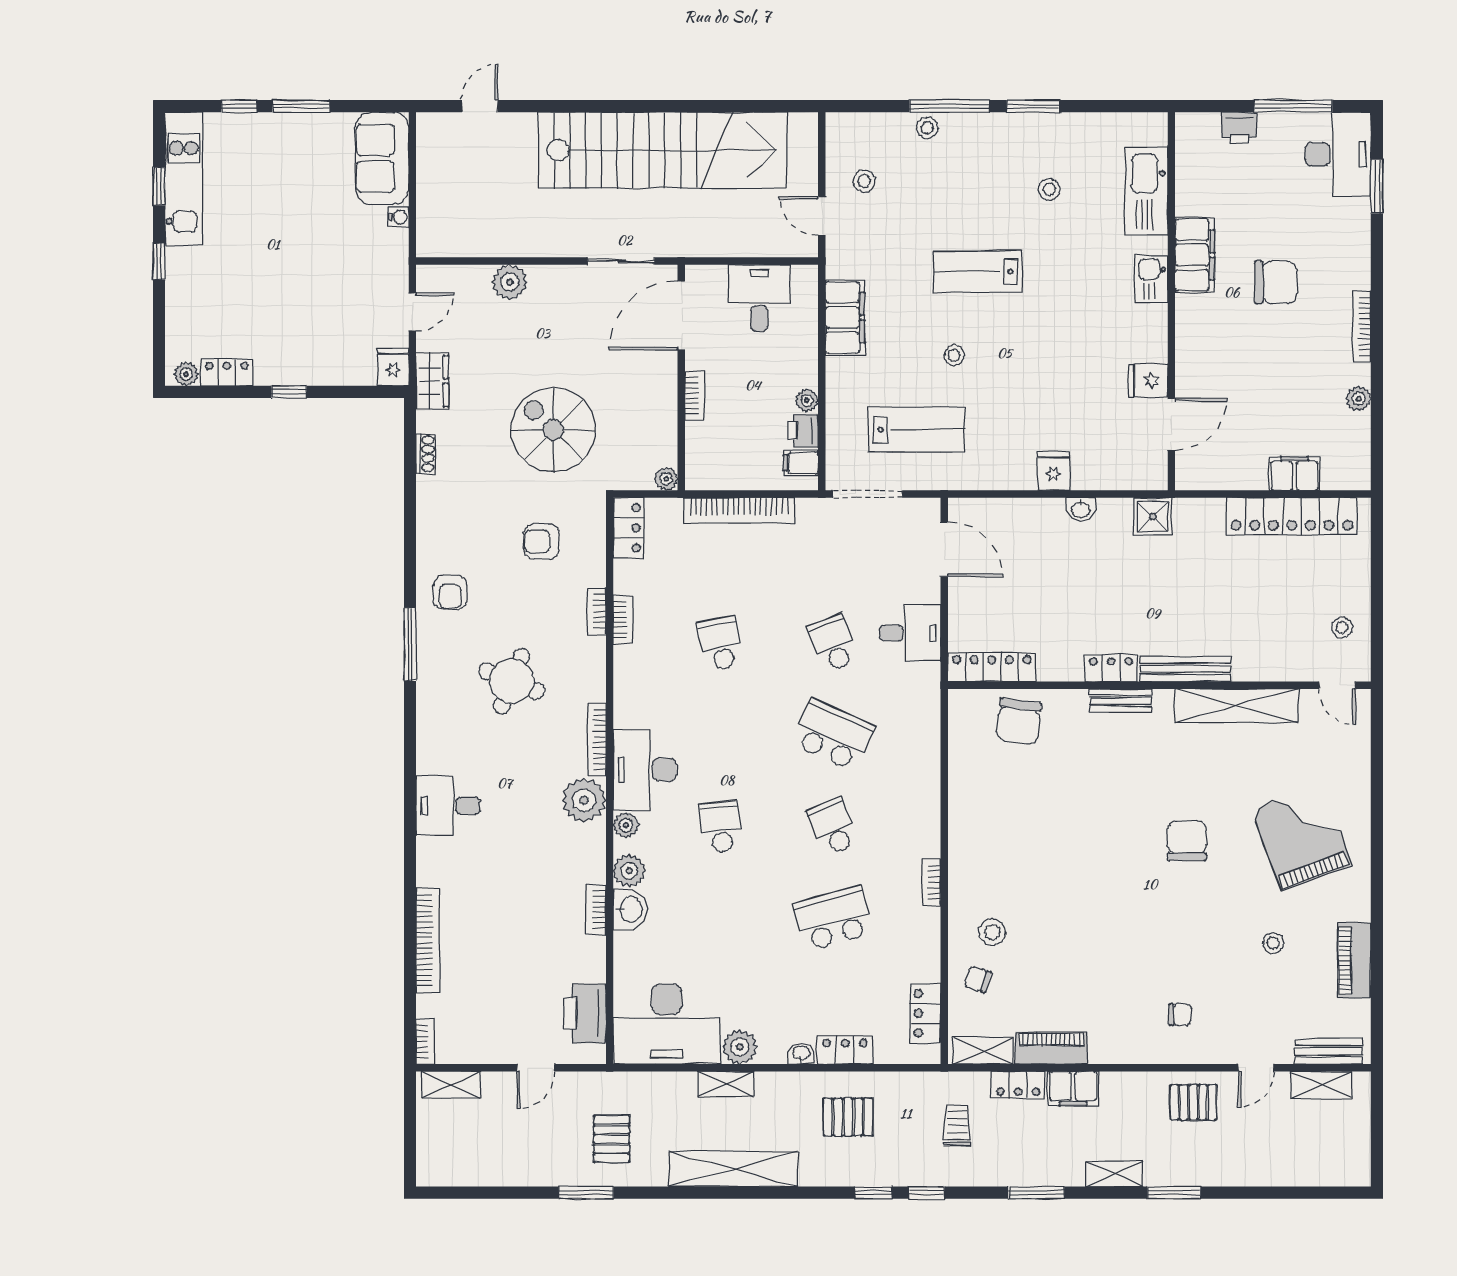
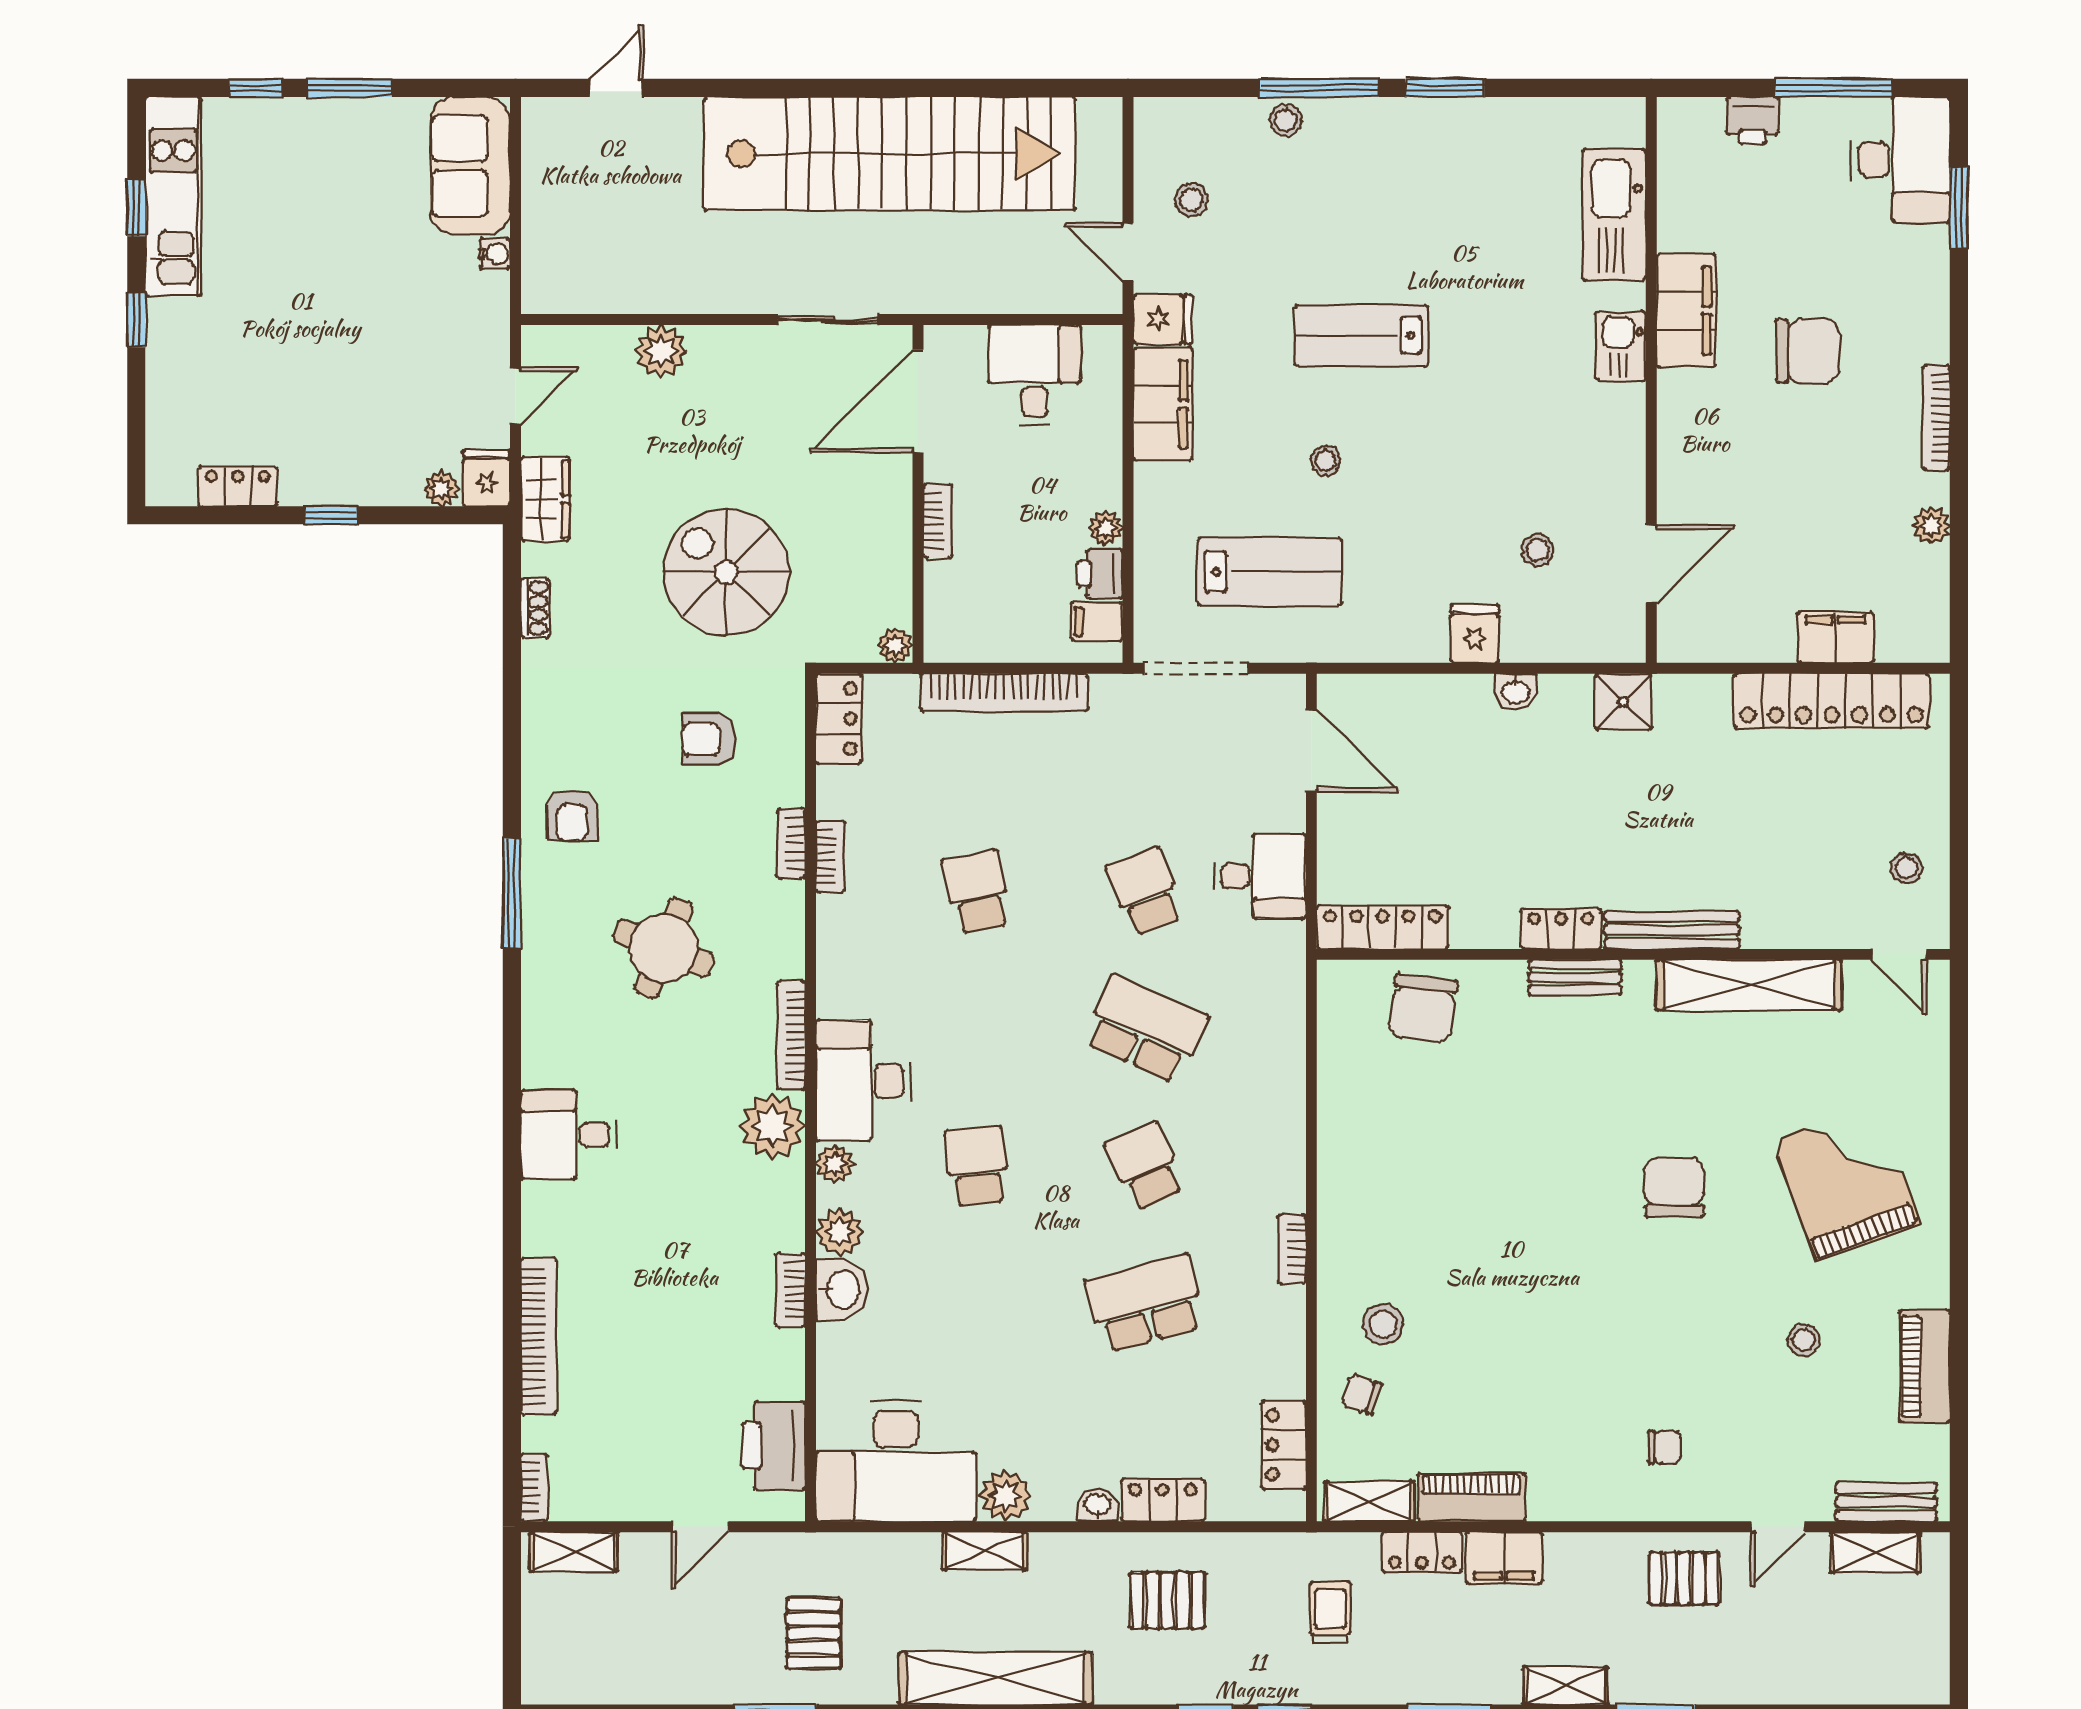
stool: (1049, 189) -> (1538, 550), moved
plant: (186, 374) -> (441, 489), moved
fridge: (1148, 380) -> (1163, 319), moved, turned 180

